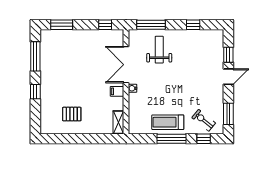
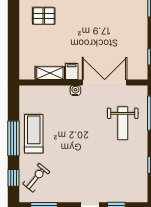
weight bench: (159, 50) -> (123, 123), turned 90
pallet: (72, 114) -> (44, 16), turned 90
shelving: (118, 122) -> (50, 73), moved

